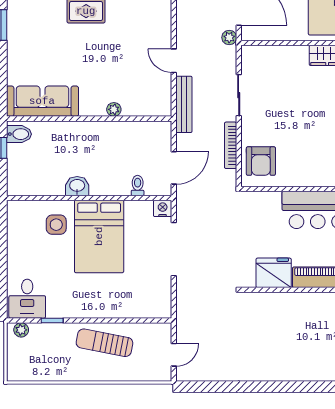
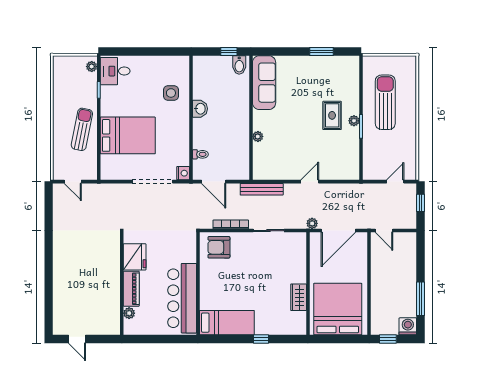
door: (174, 61) -> (310, 182), moved
bed: (99, 236) -> (128, 135), moved, turned 180

